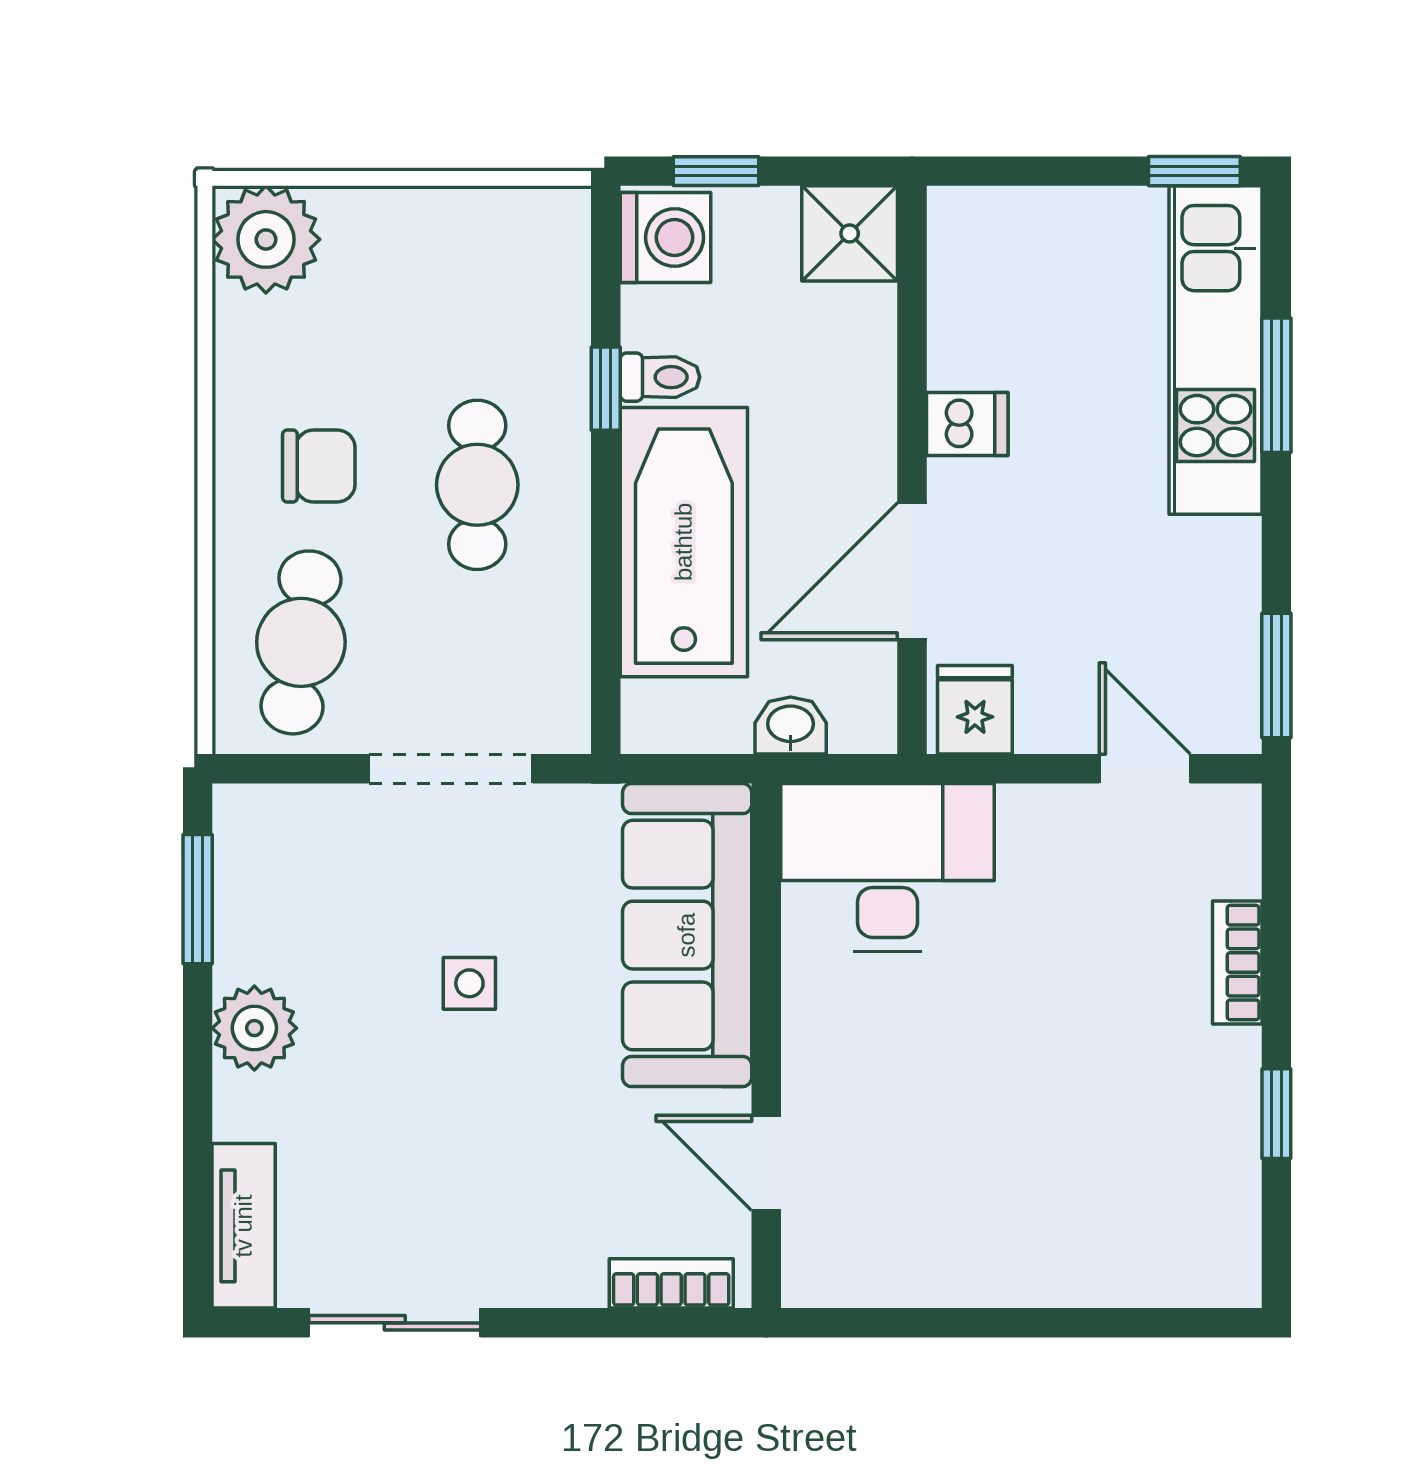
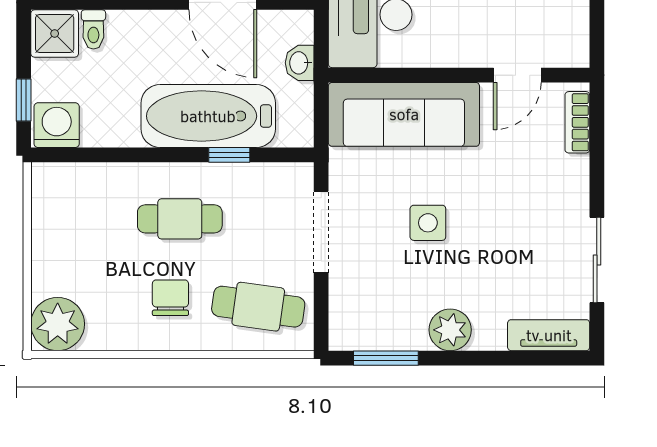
toilet: (660, 377) -> (93, 29), moved, turned 180
window: (606, 389) -> (229, 155), moved
side table: (469, 983) -> (428, 223), width x1.37, depth x1.37

